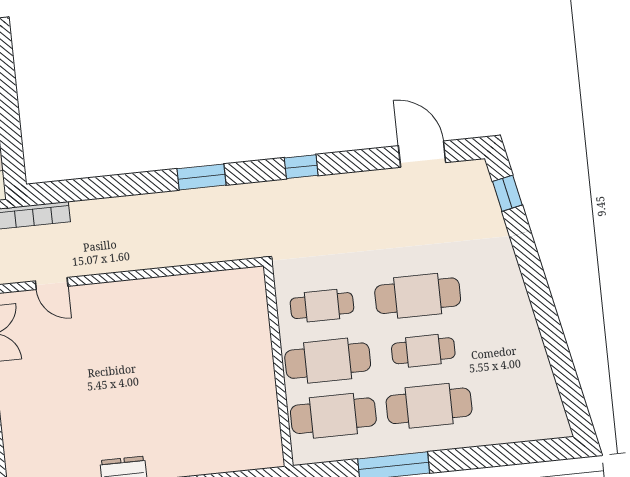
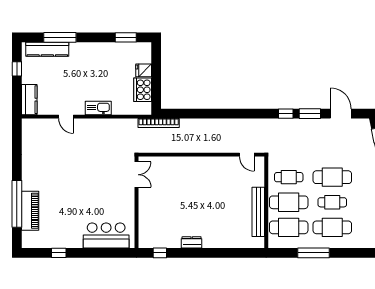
window: (202, 177) -> (310, 114), moved
door: (52, 284) -> (247, 155), moved
bench: (263, 388) -> (258, 212), added

